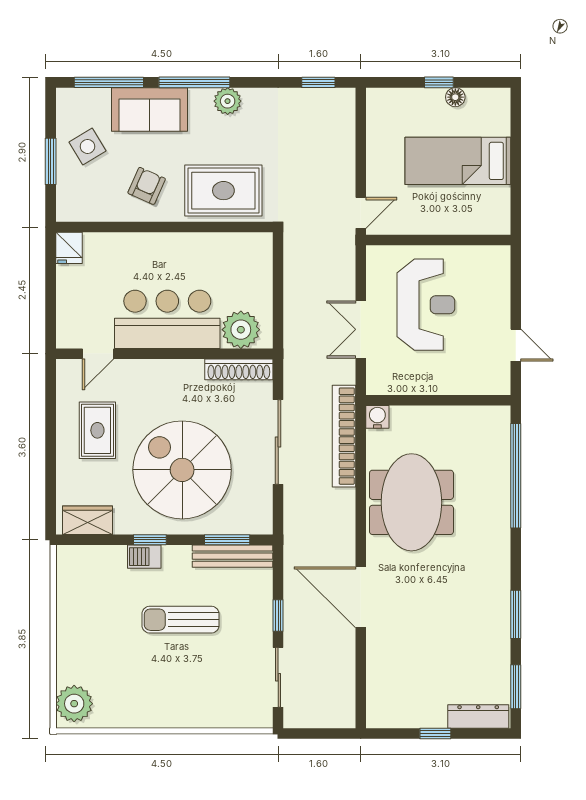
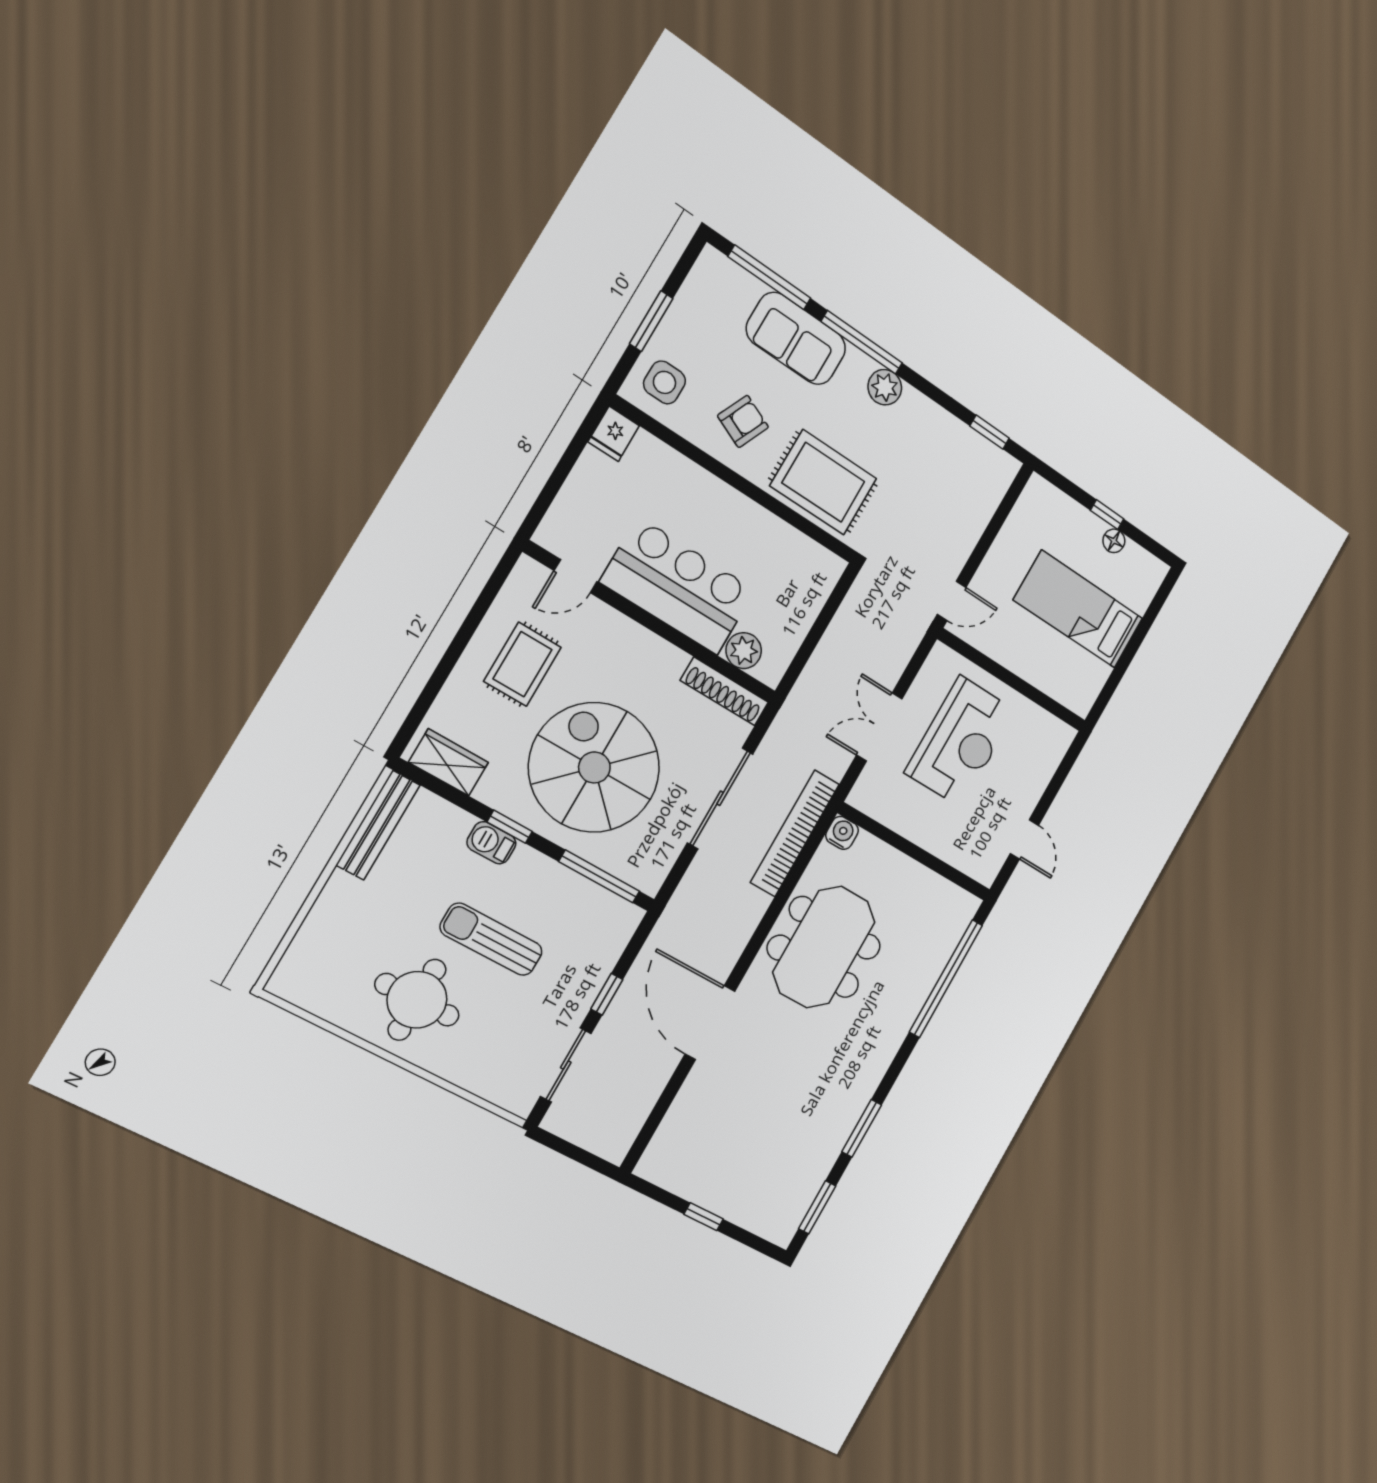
side table: (87, 146) -> (664, 382), moved, turned 31
plant: (241, 330) -> (744, 651), width x0.73, depth x0.73
window: (227, 540) -> (599, 876), width x1.44
bench: (233, 556) -> (378, 825), moved, turned 90
round table: (156, 684) -> (417, 1000), added
plant: (74, 704) -> (303, 971), removed
dresser: (478, 716) -> (760, 1220), removed

